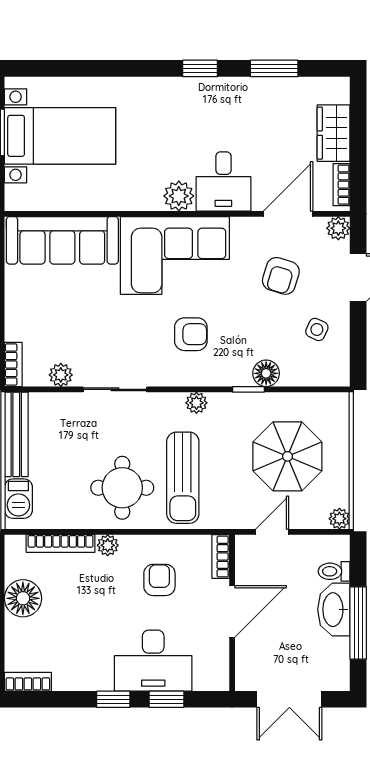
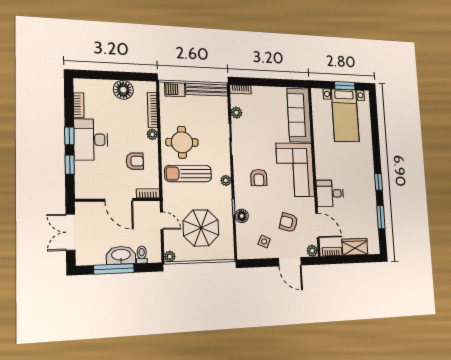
plant: (179, 196) -> (322, 172), removed
desk: (153, 661) -> (91, 140), moved
bookcase: (28, 682) -> (79, 105), moved

